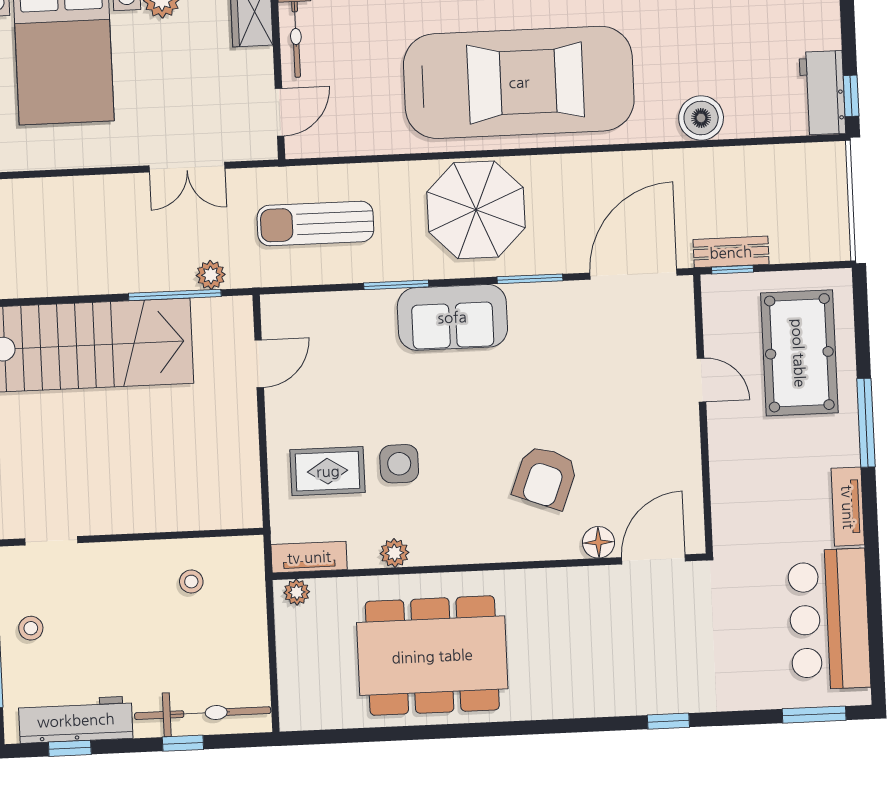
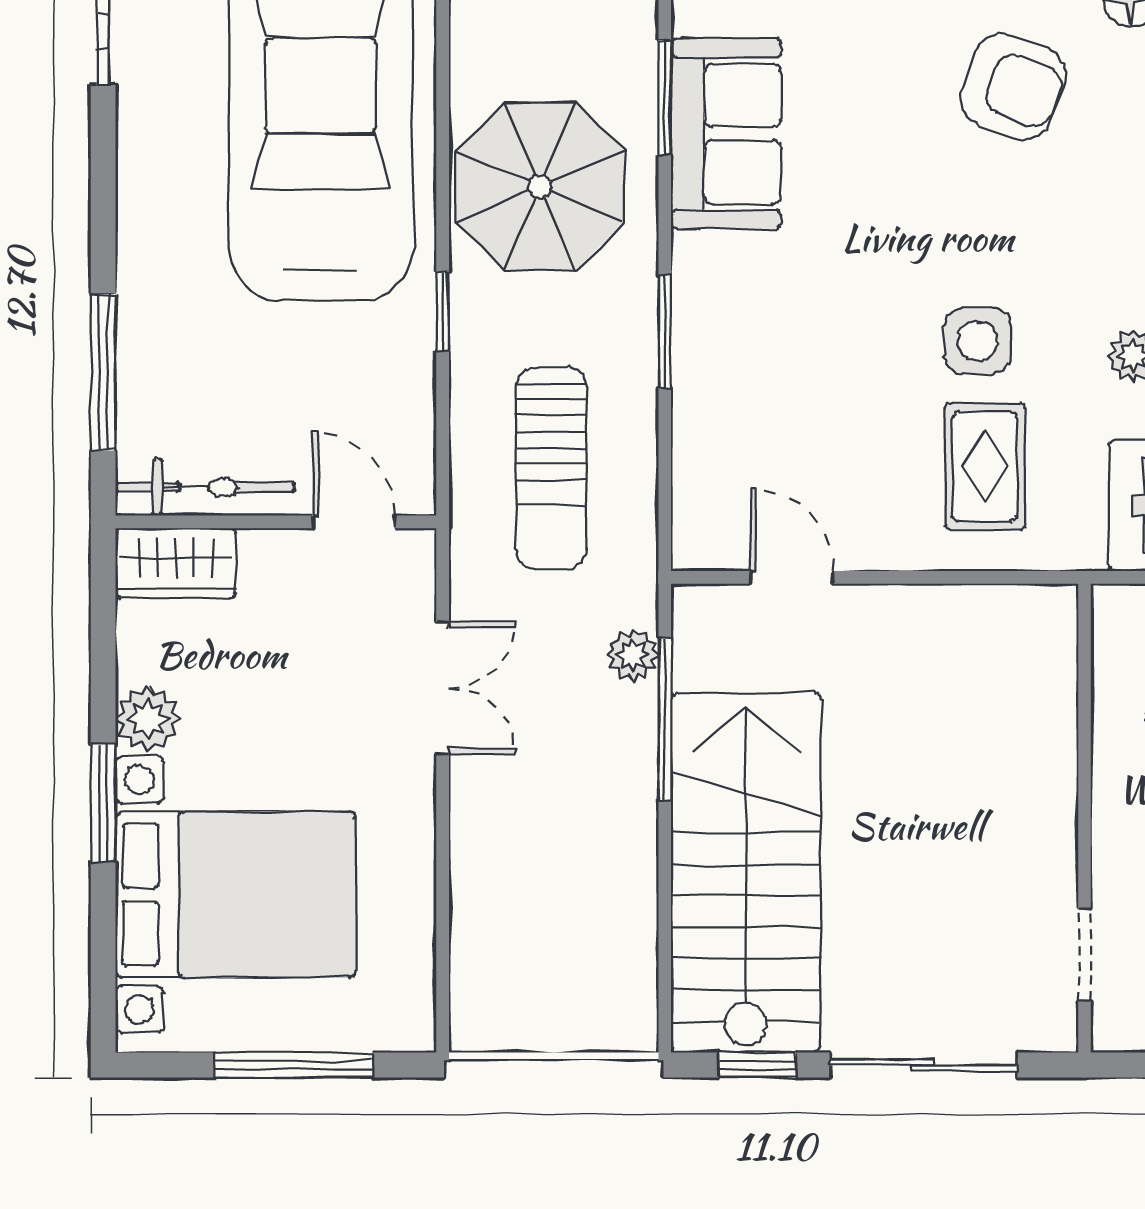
window: (402, 157) -> (443, 311), added
sofa: (452, 317) -> (726, 134), moved

